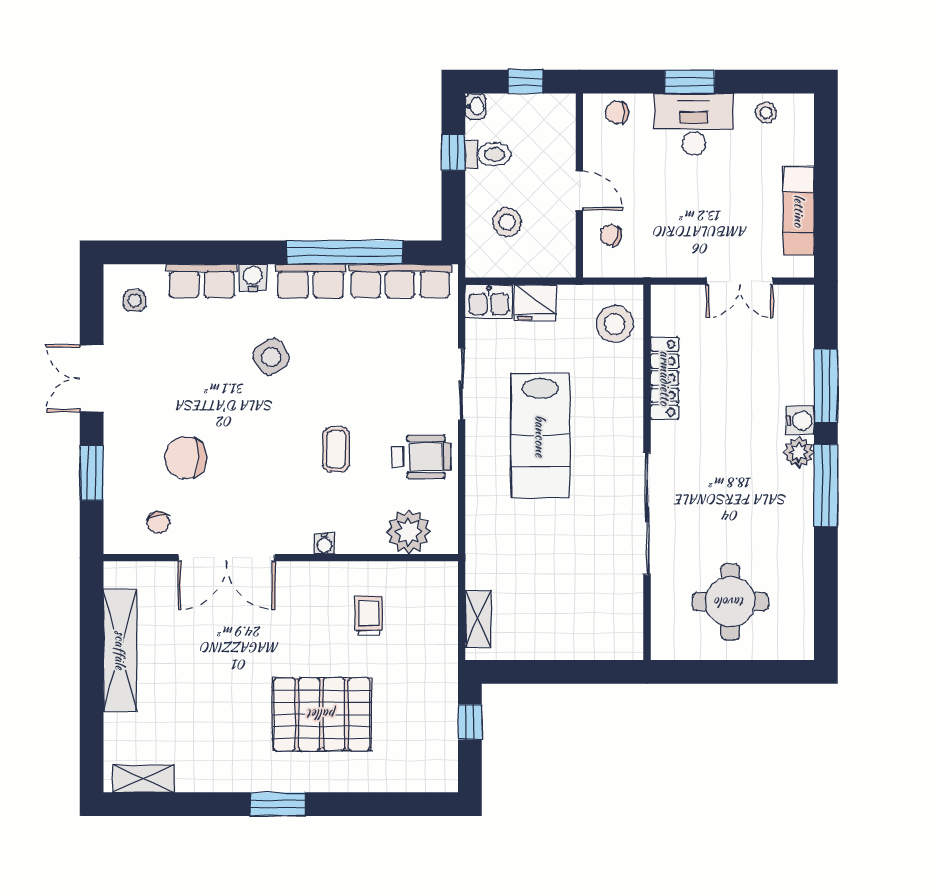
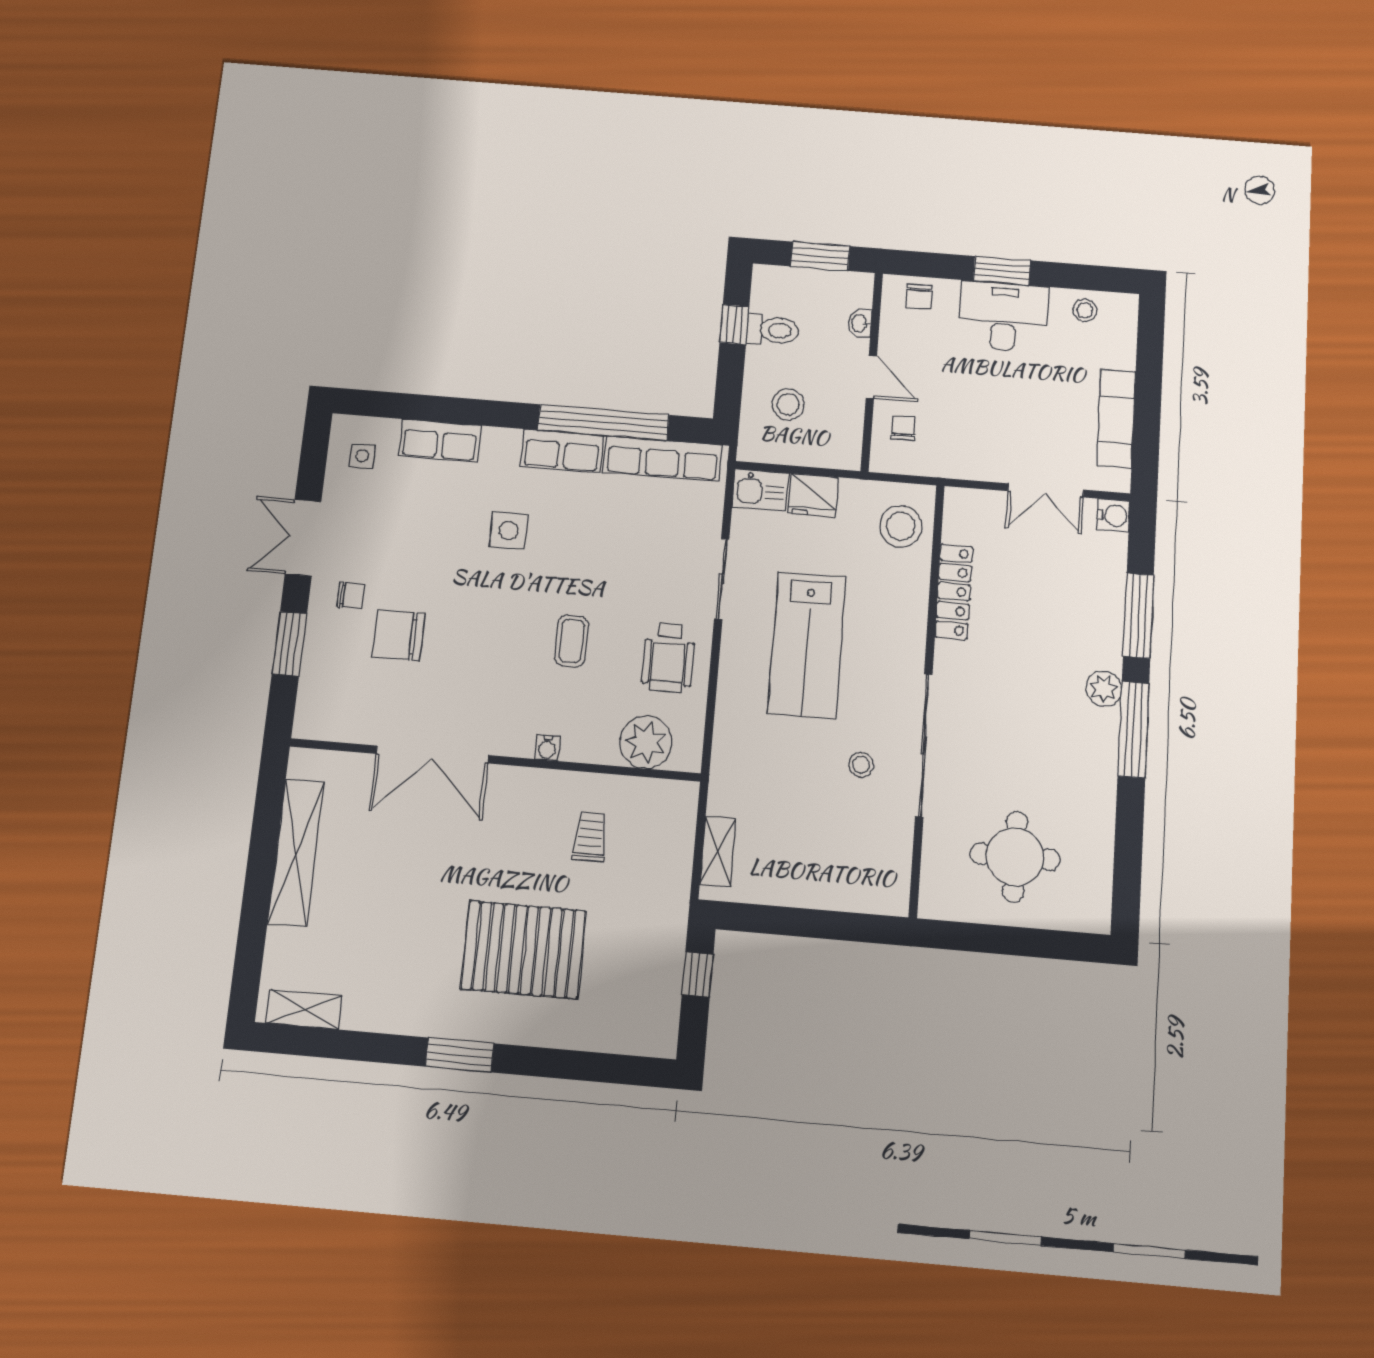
window: (525, 82) -> (820, 256), width x1.50
washbasin: (476, 106) -> (860, 323), moved, turned 180
chair: (617, 112) -> (919, 297), turned -90
chair: (611, 235) -> (903, 428), turned 73
water cooler: (253, 278) -> (497, 442), removed
side table: (271, 357) -> (508, 530), turned 35
water cooler: (800, 421) -> (1113, 515), moved
wheelchair: (421, 457) -> (668, 657), turned 90
chair: (158, 523) -> (351, 595), moved, turned -78
stool: (594, 535) -> (861, 765), added

